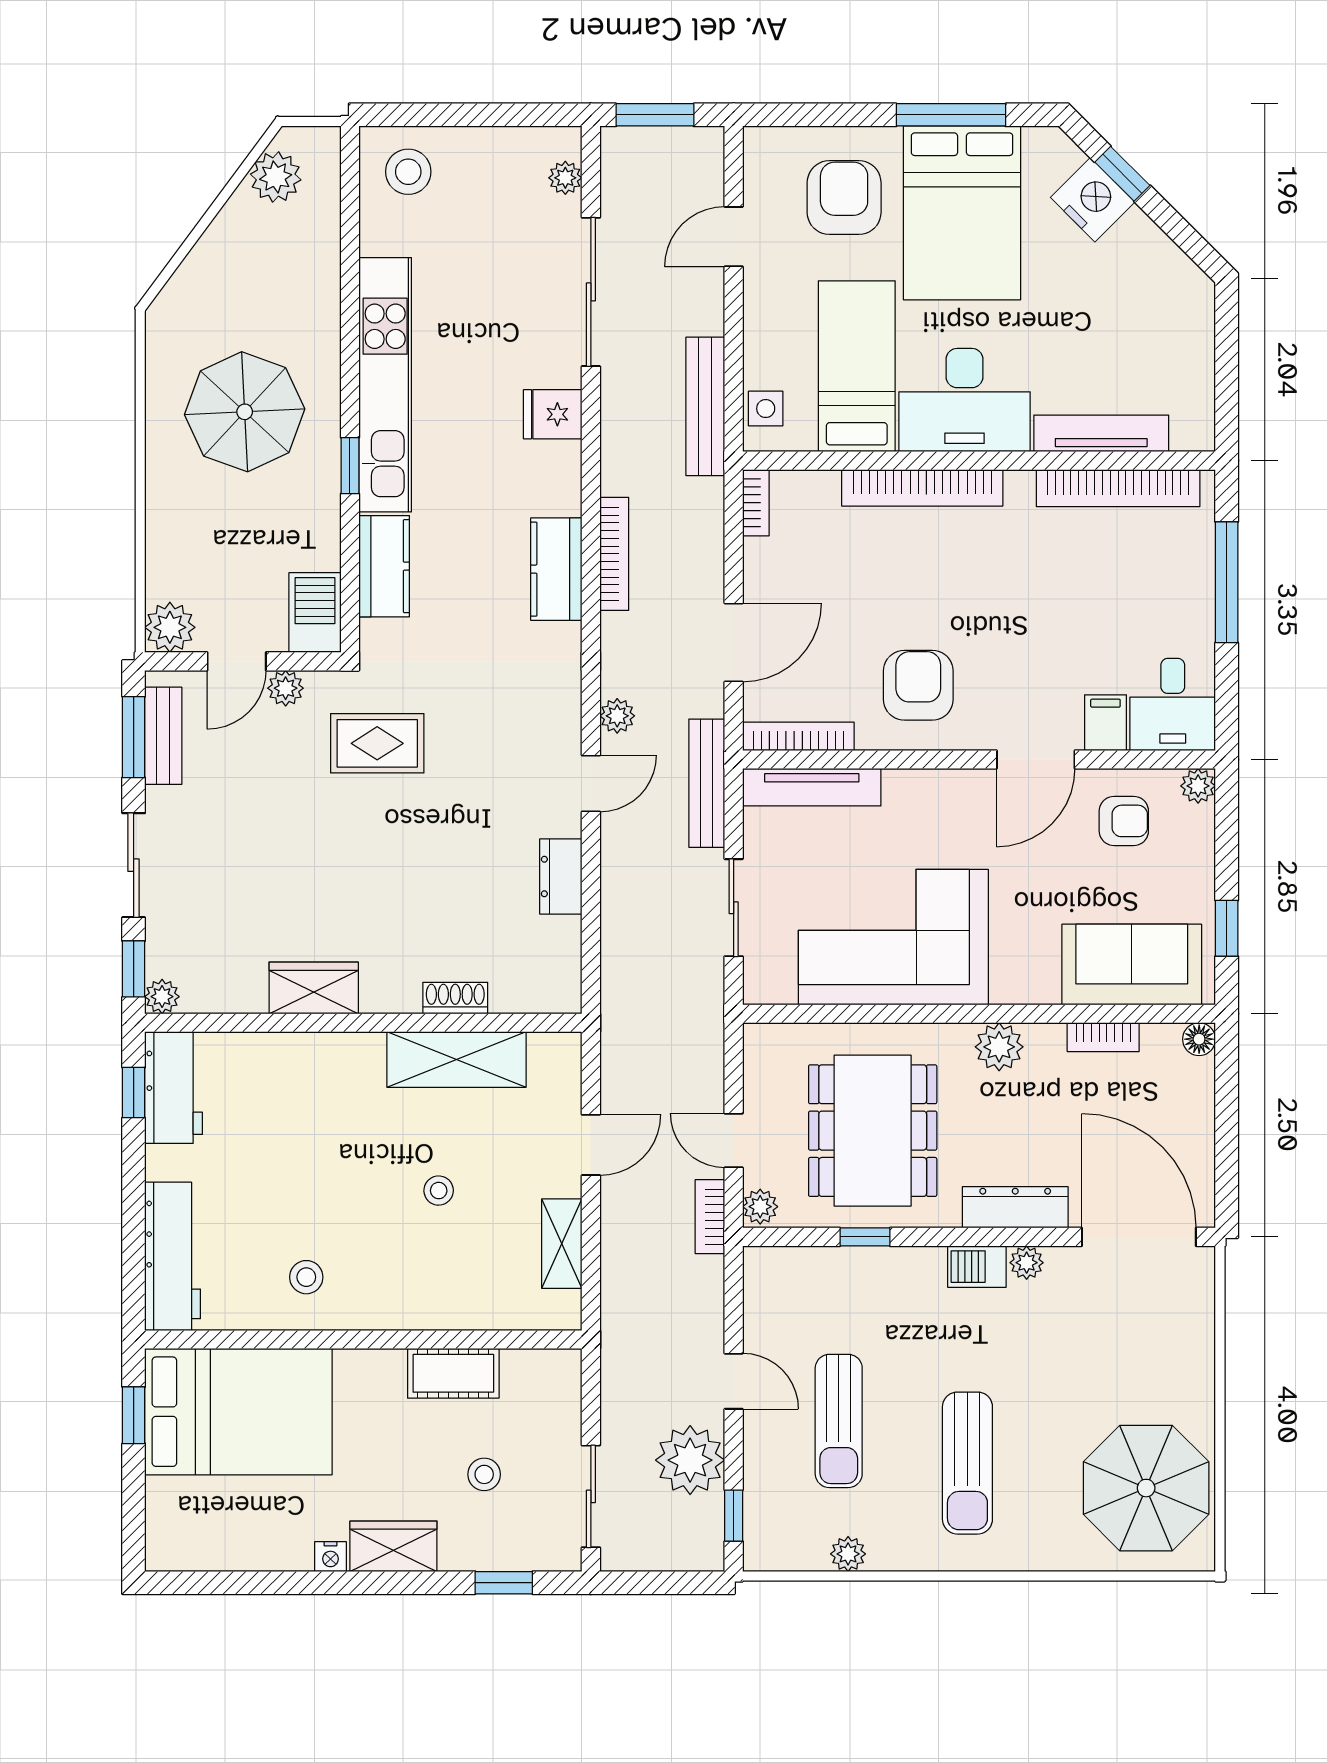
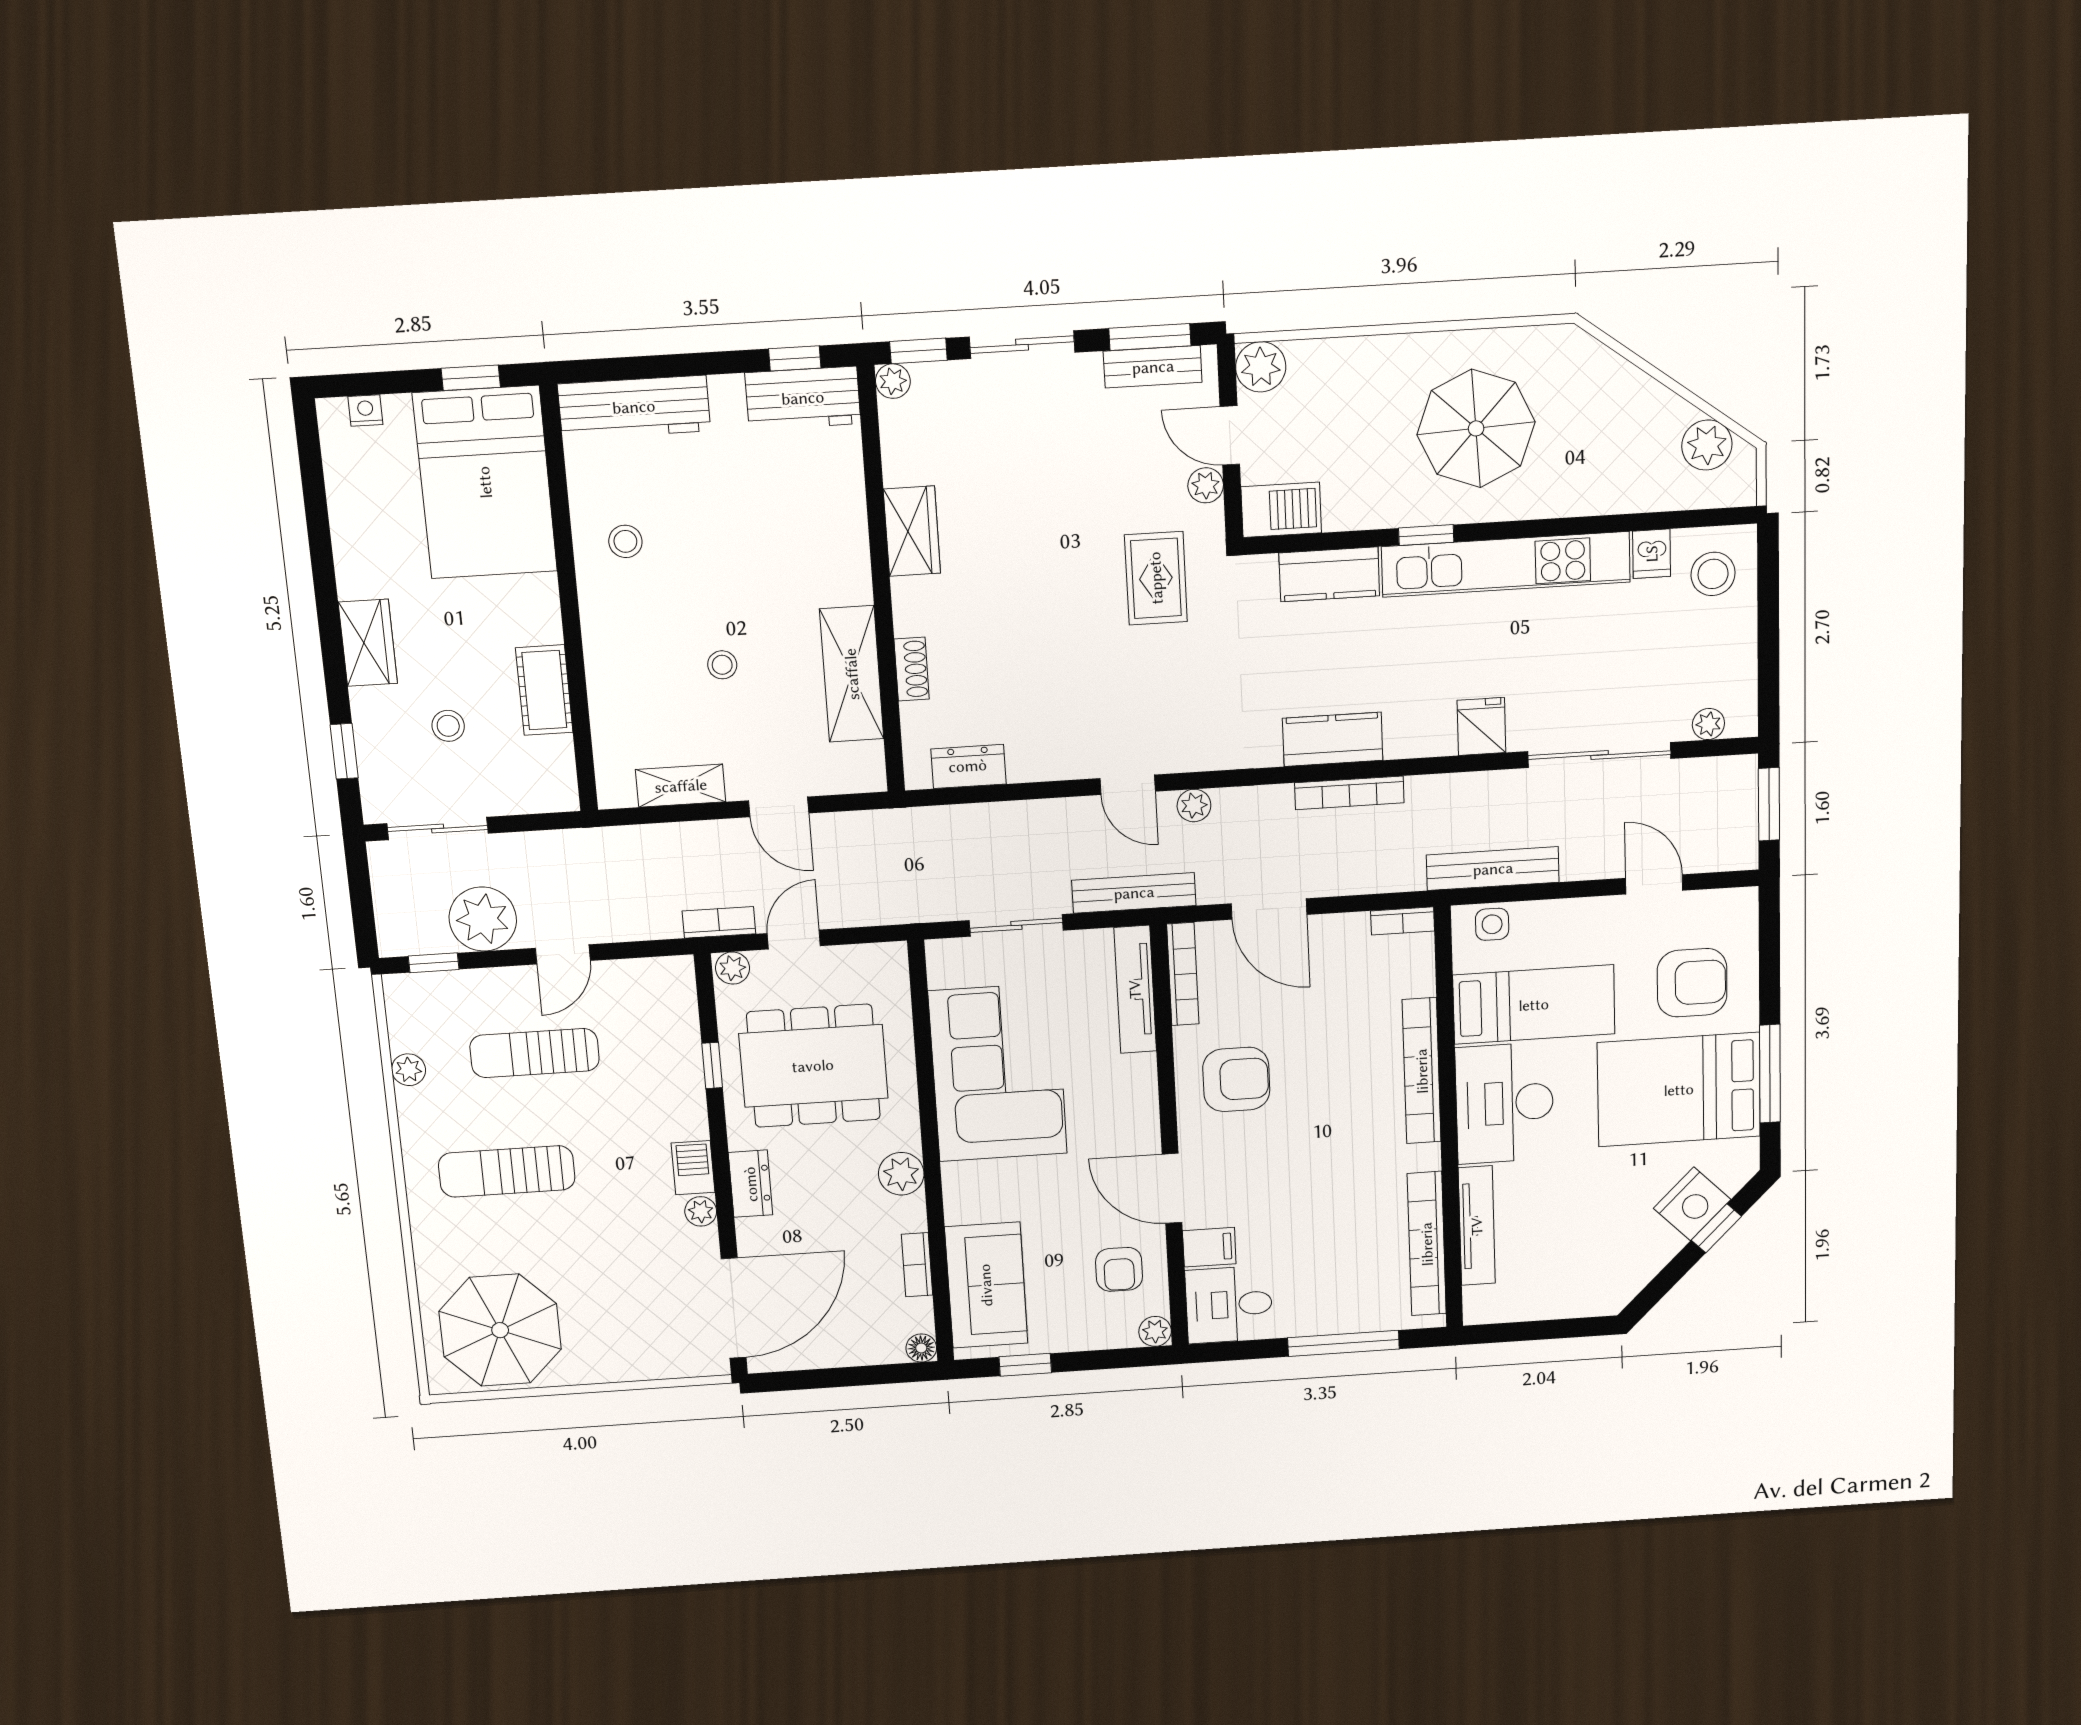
dishwasher: (383, 235) -> (1652, 554), added
dresser: (561, 877) -> (968, 766), moved
dresser: (1015, 1207) -> (751, 1184), width x0.70
nightstand: (330, 1557) -> (365, 411), moved, turned 90

